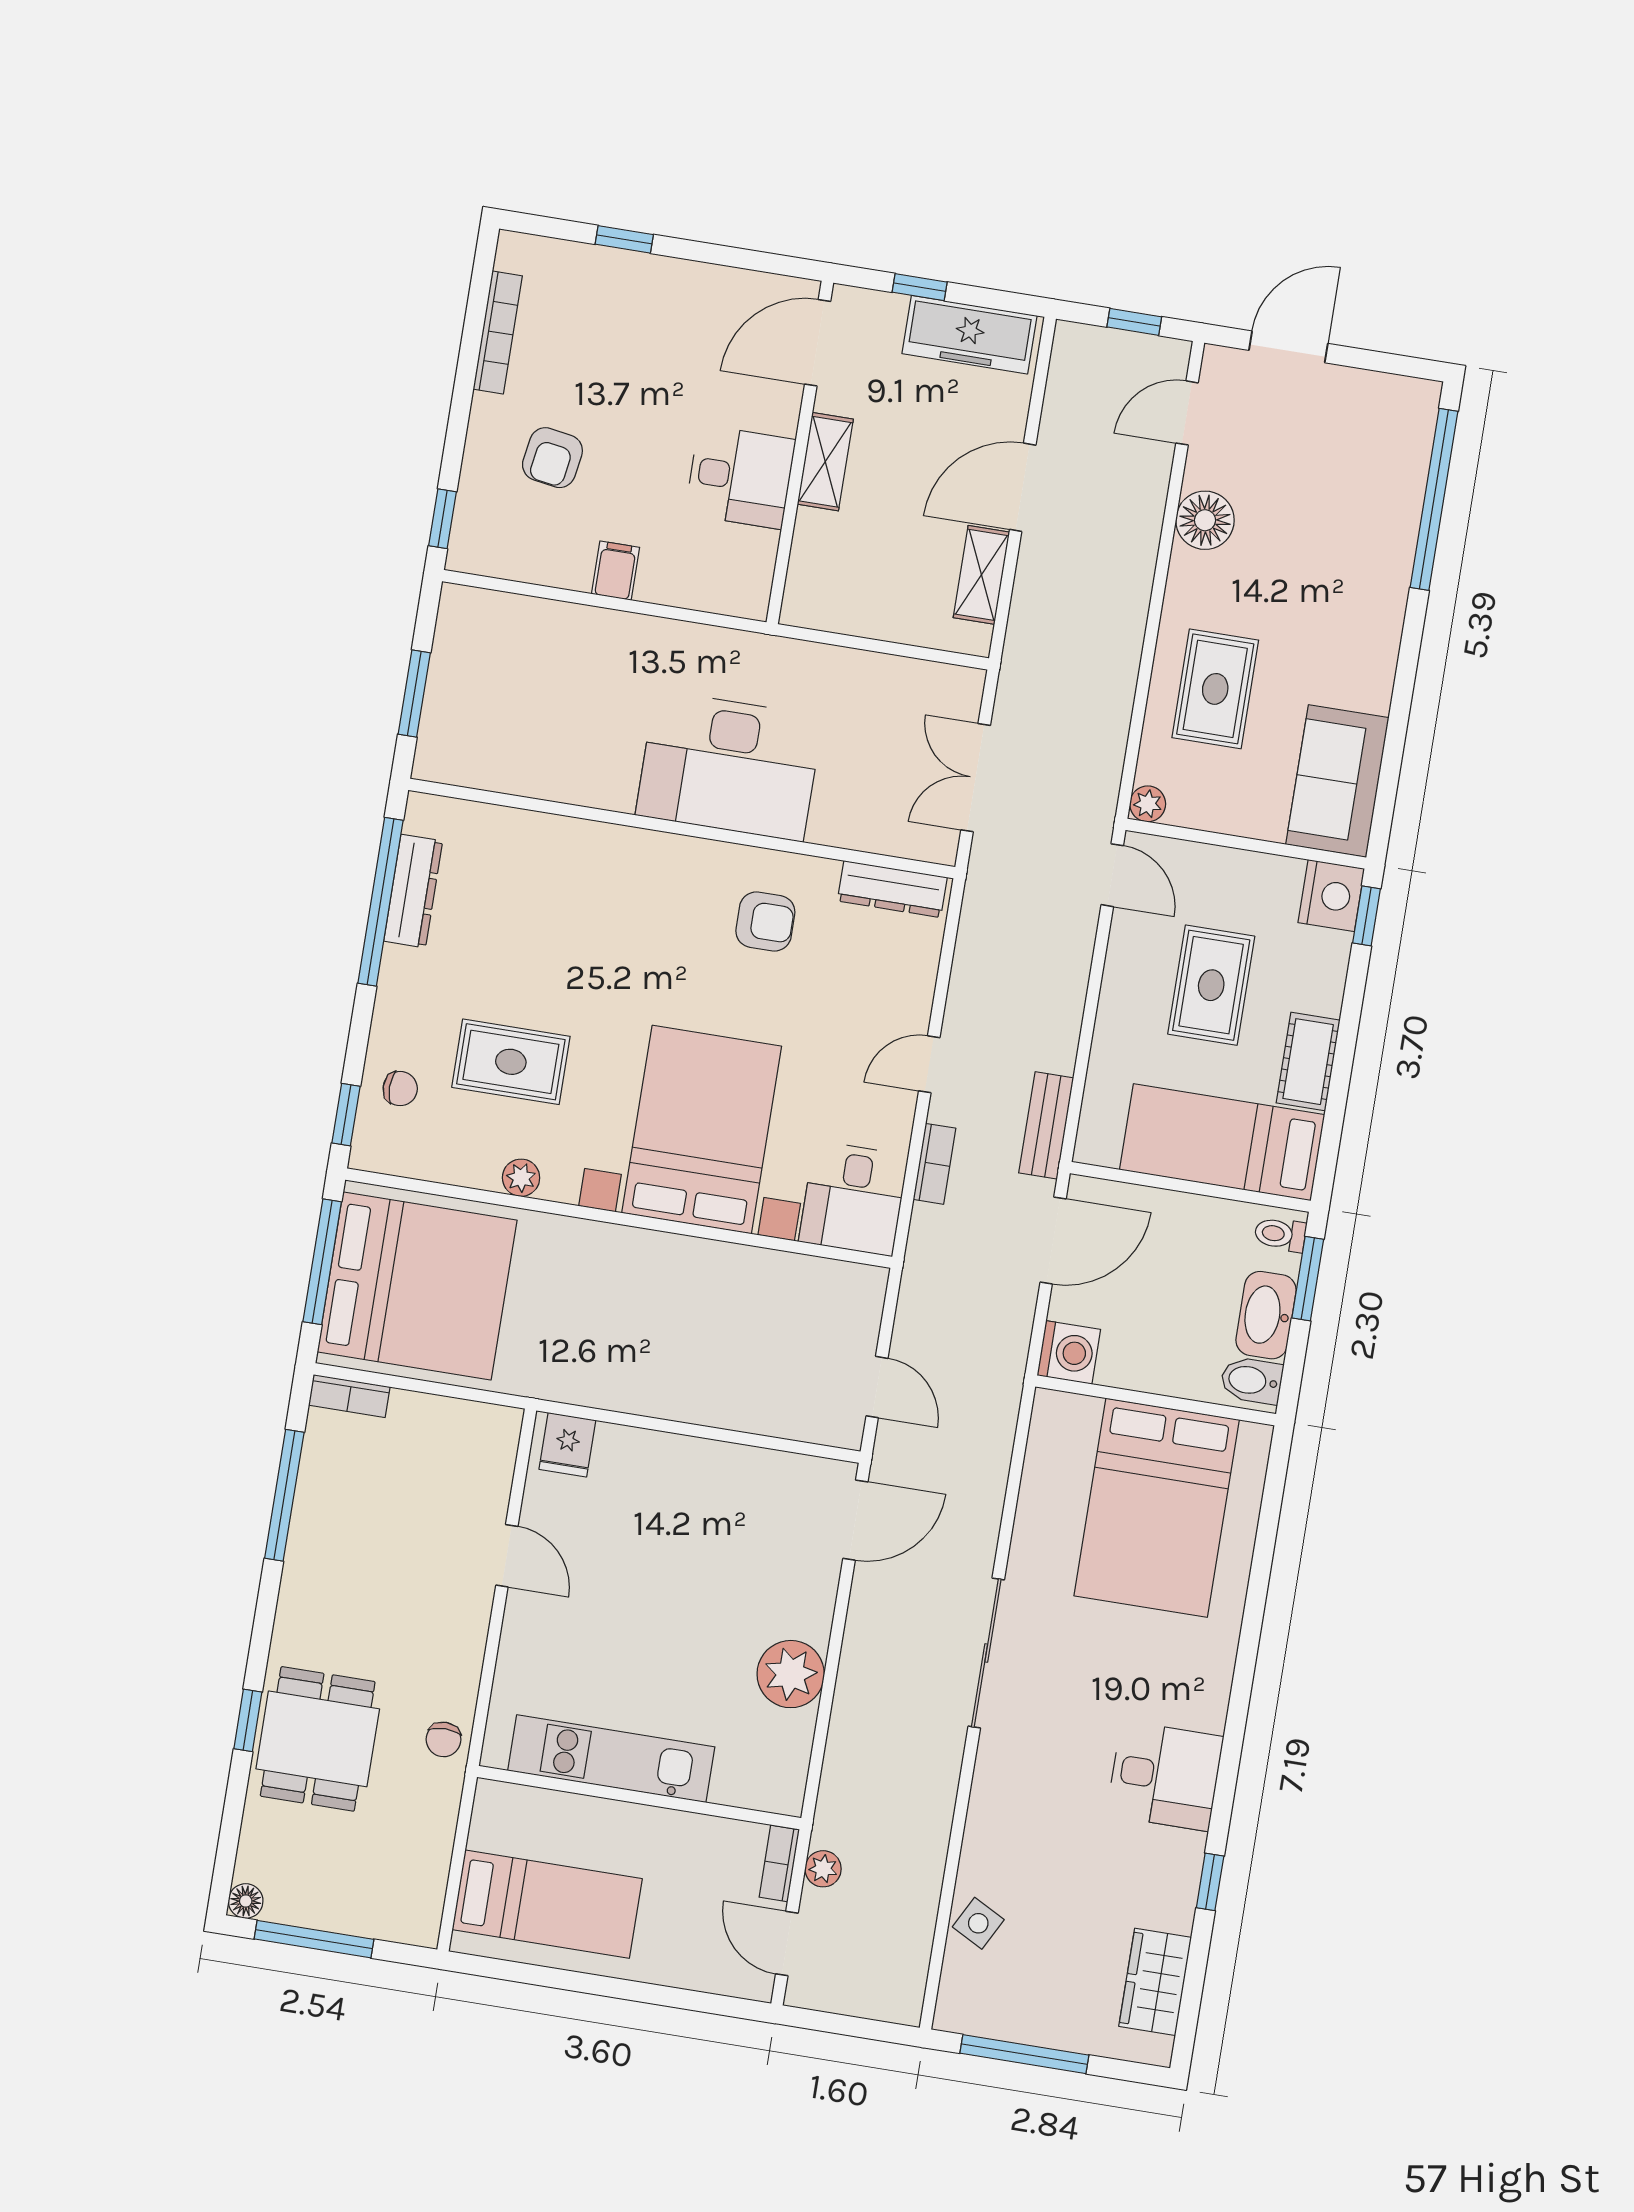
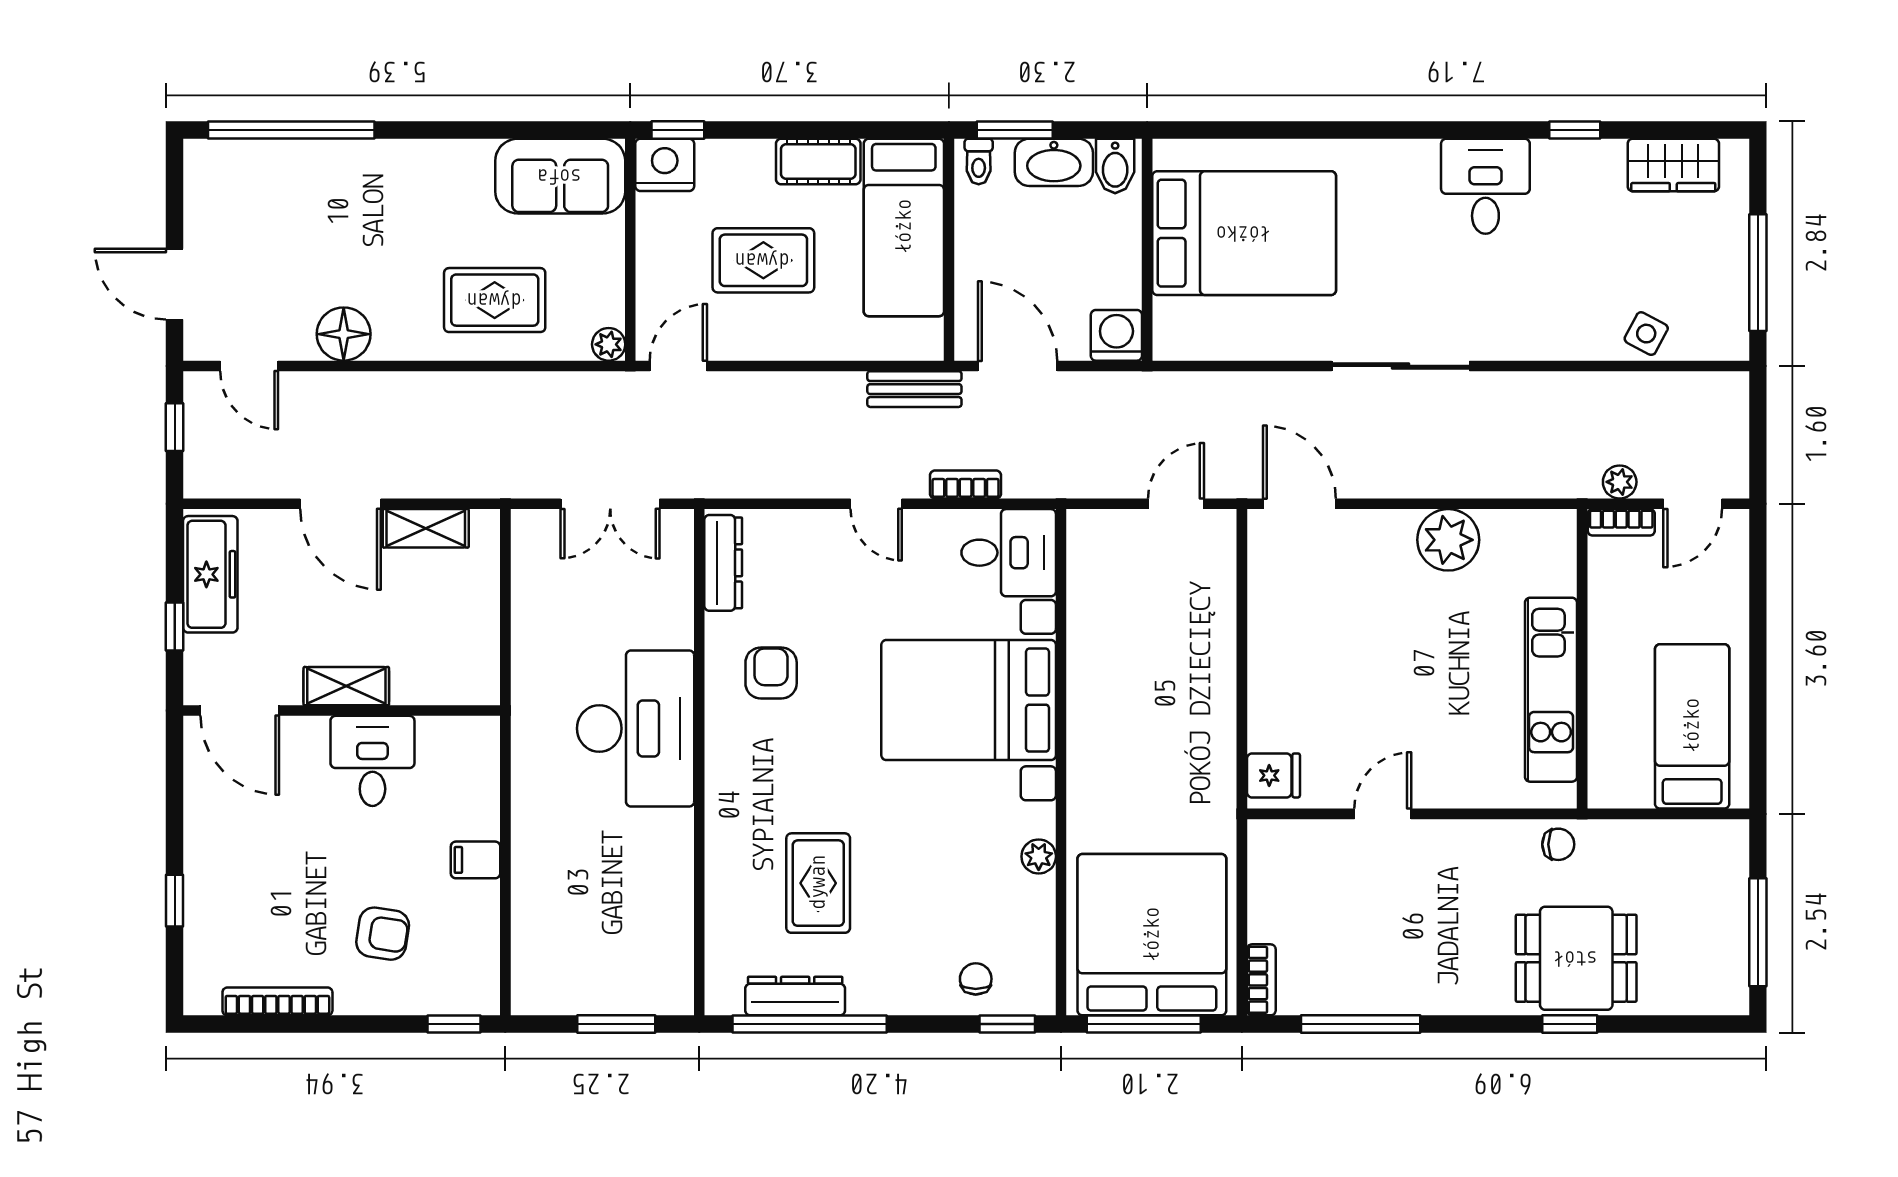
rug: (511, 1062) -> (818, 883), moved
floor lamp: (246, 1901) -> (1733, 1000), removed

